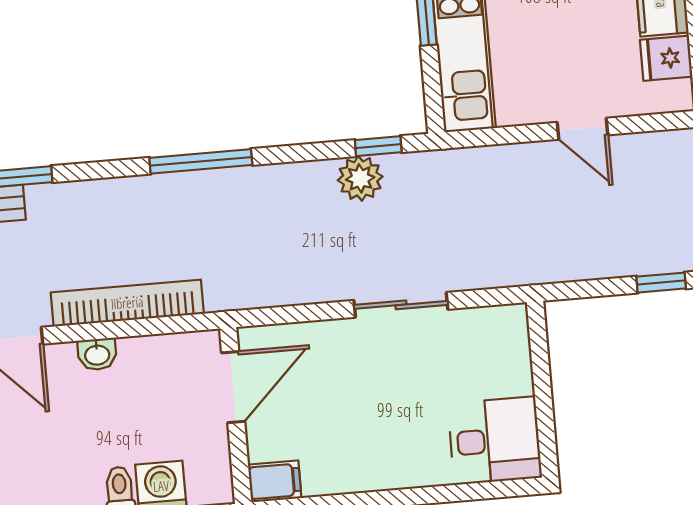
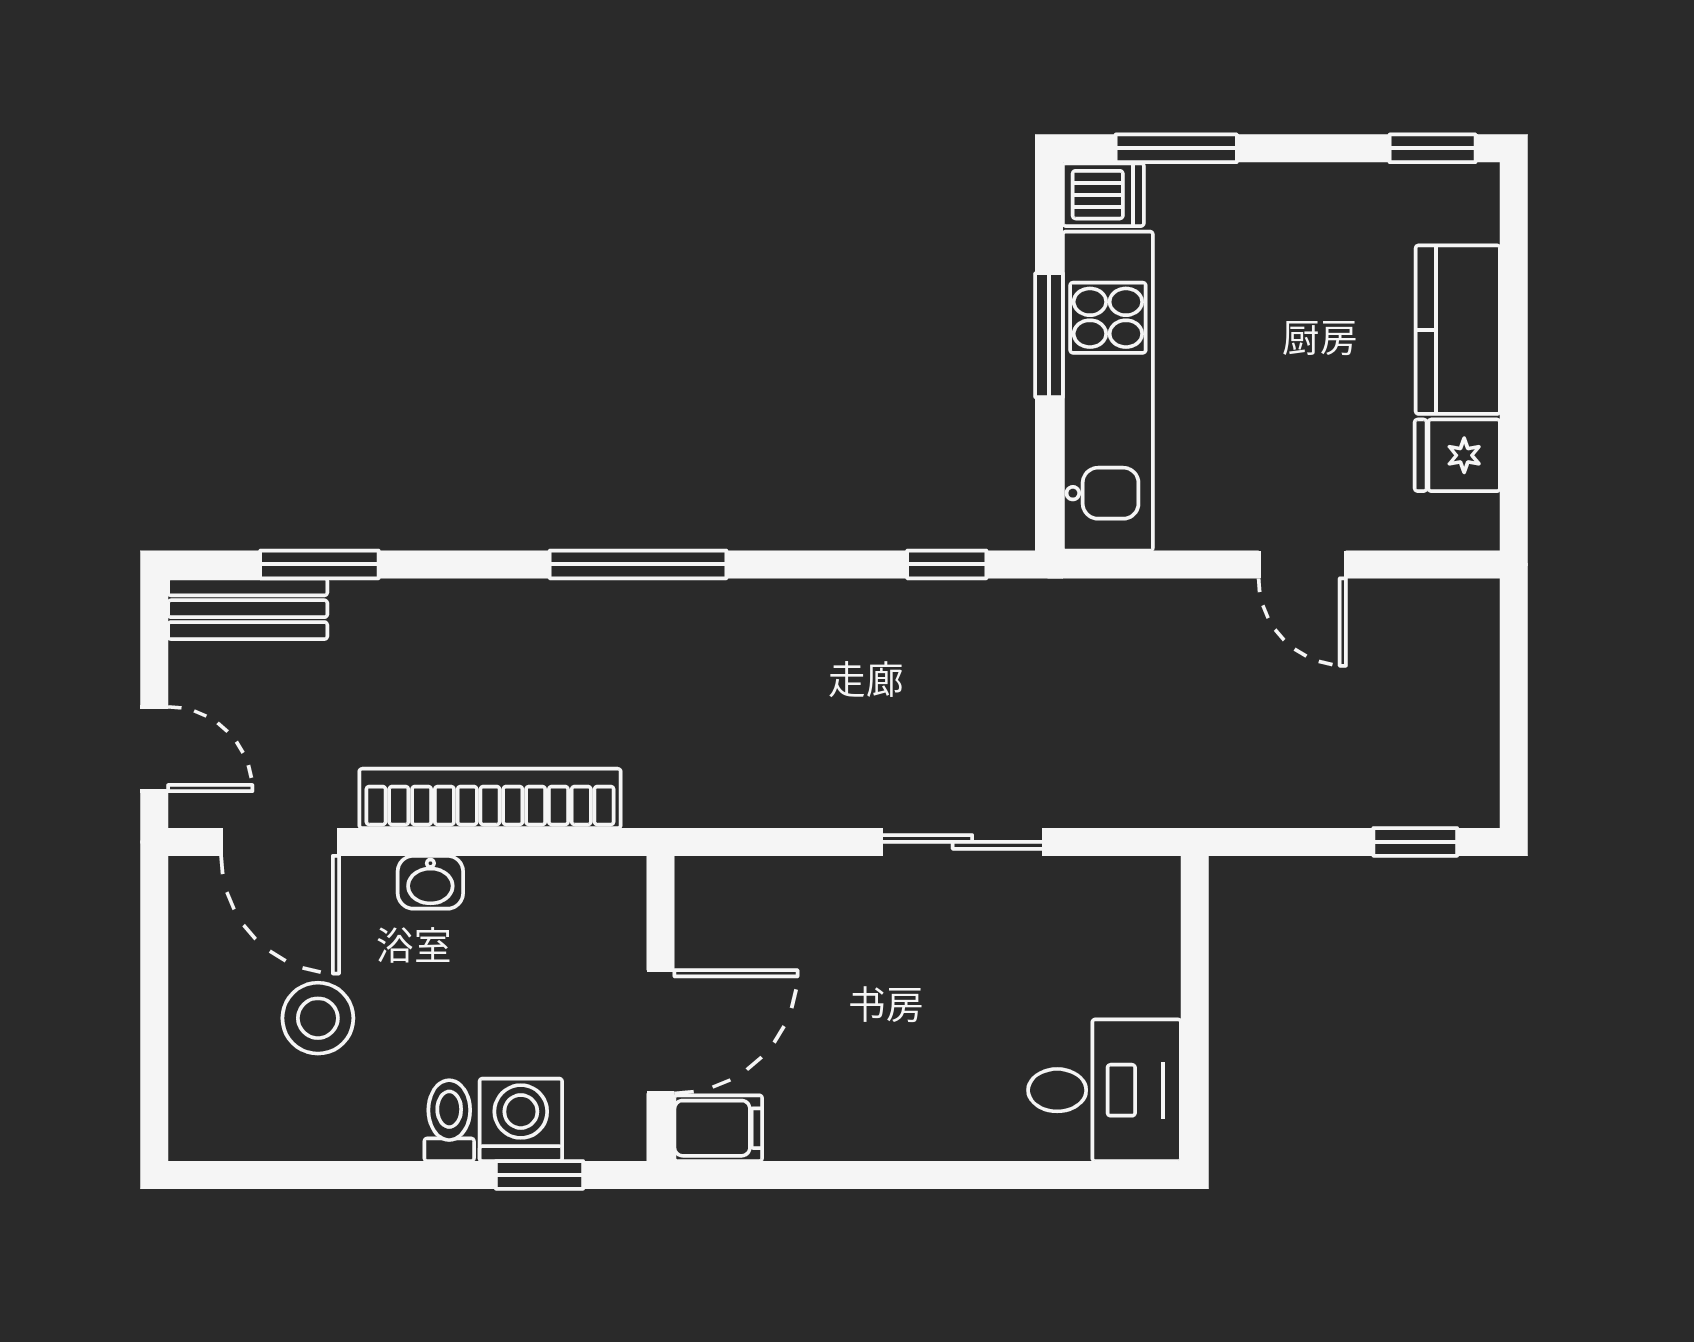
plant: (360, 178) -> (911, 618), removed
door: (233, 387) -> (661, 1032), moved
stool: (39, 438) -> (318, 1018), added

